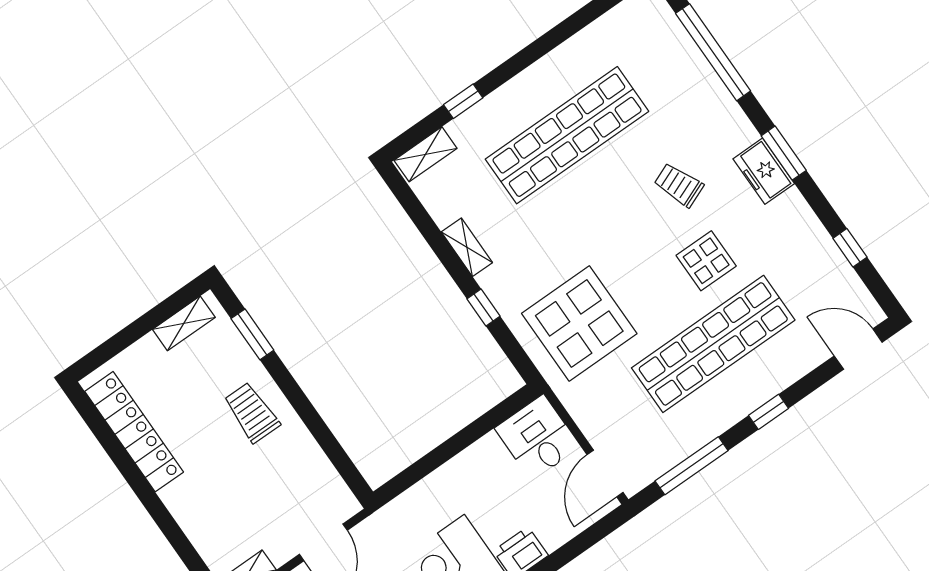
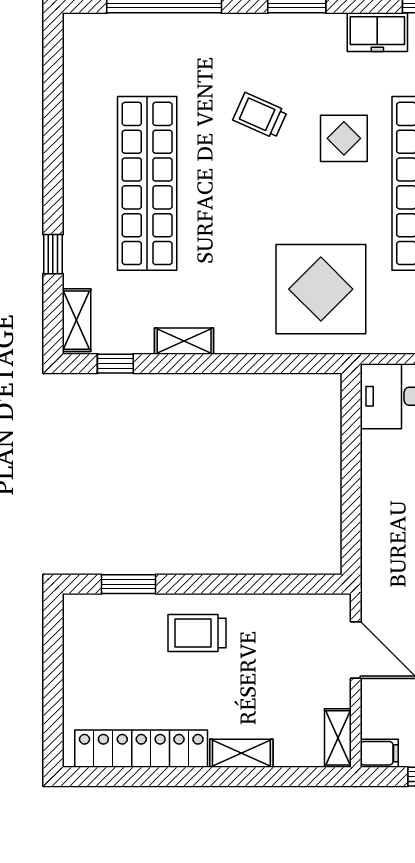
freezer: (764, 171) -> (377, 32), moved
trolley: (679, 185) -> (260, 116), turned 46
window: (483, 307) -> (115, 364), moved
shelving: (184, 323) -> (241, 753), moved, turned 90

